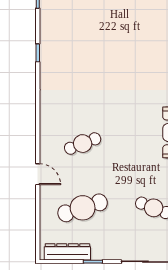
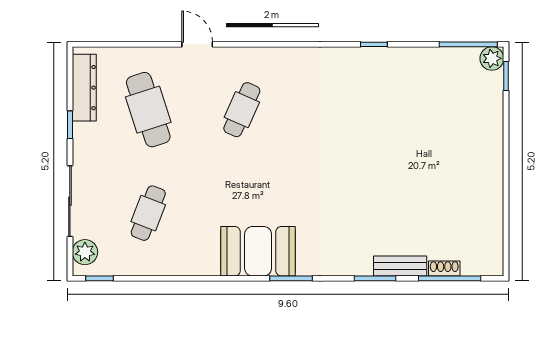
cafe table: (83, 144) -> (242, 110), turned 45
door: (38, 174) -> (197, 44), swing flipped

